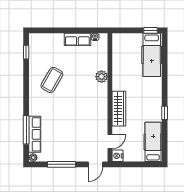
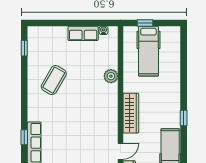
window: (151, 30) -> (145, 23), moved
hospital bed: (152, 55) -> (148, 51), moved
window: (26, 130) -> (24, 137), width x0.46

